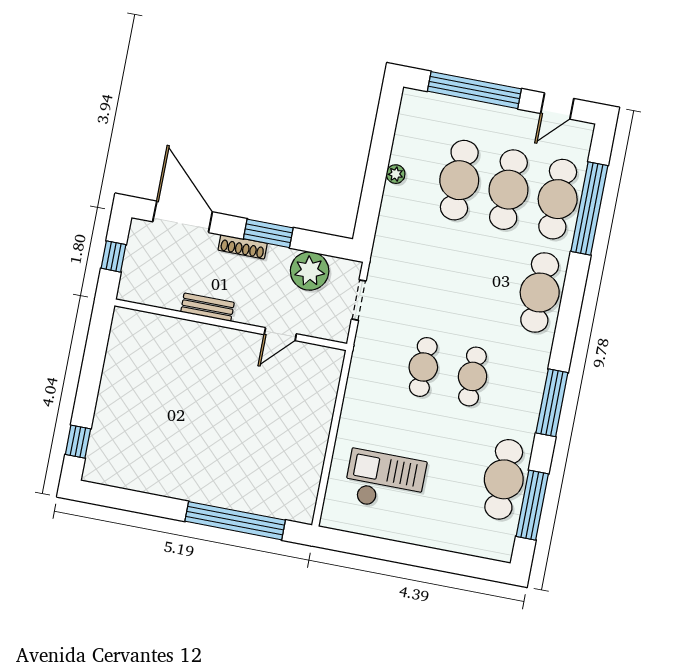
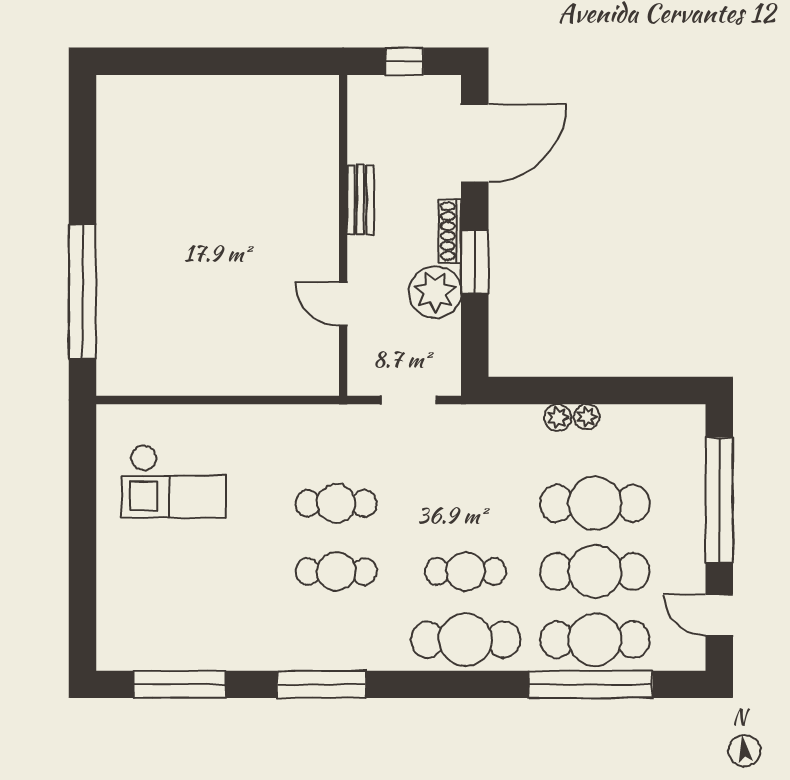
plant: (392, 195) -> (558, 417), added
plant: (310, 271) -> (435, 292), moved
window: (78, 442) -> (148, 61), removed
cafe table: (504, 479) -> (466, 571), moved, width x0.73, depth x0.74
checkout: (385, 481) -> (174, 481), turned 90

